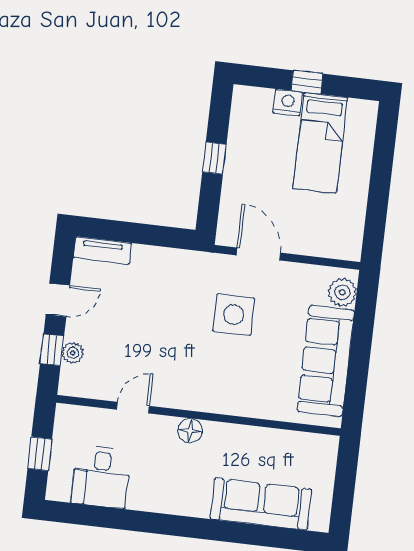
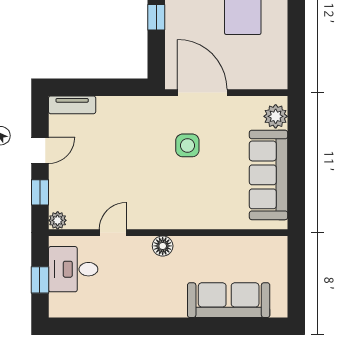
door: (258, 254) -> (202, 93), width x1.36
side table: (234, 315) -> (187, 145), width x0.73, depth x0.73
plant: (73, 353) -> (58, 220), moved
desk: (101, 477) -> (73, 269), moved, turned 90

